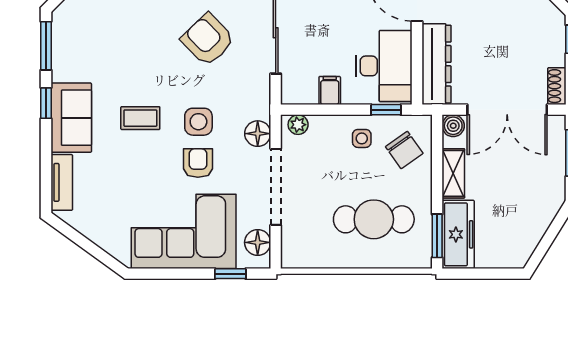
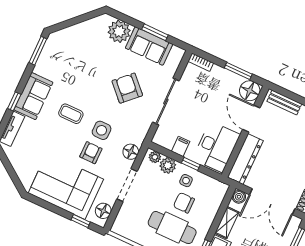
window: (46, 103) -> (14, 101), moved
window: (386, 110) -> (191, 164), moved
plant: (324, 128) -> (168, 165), added
chair: (404, 150) -> (184, 203), moved, turned 125
doorway: (276, 187) -> (127, 185), width x0.73

